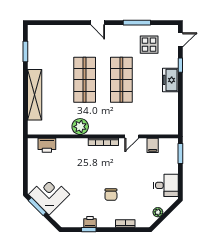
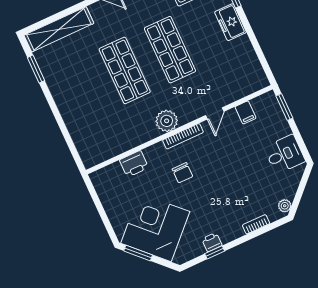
shelving: (35, 95) -> (59, 29), moved, turned 90
plant: (80, 127) -> (167, 121), moved
printer: (47, 145) -> (134, 164), moved
corner desk: (49, 194) -> (155, 227), width x1.36, depth x1.36
chair: (111, 195) -> (182, 173), moved
plant: (158, 212) -> (285, 206), moved

